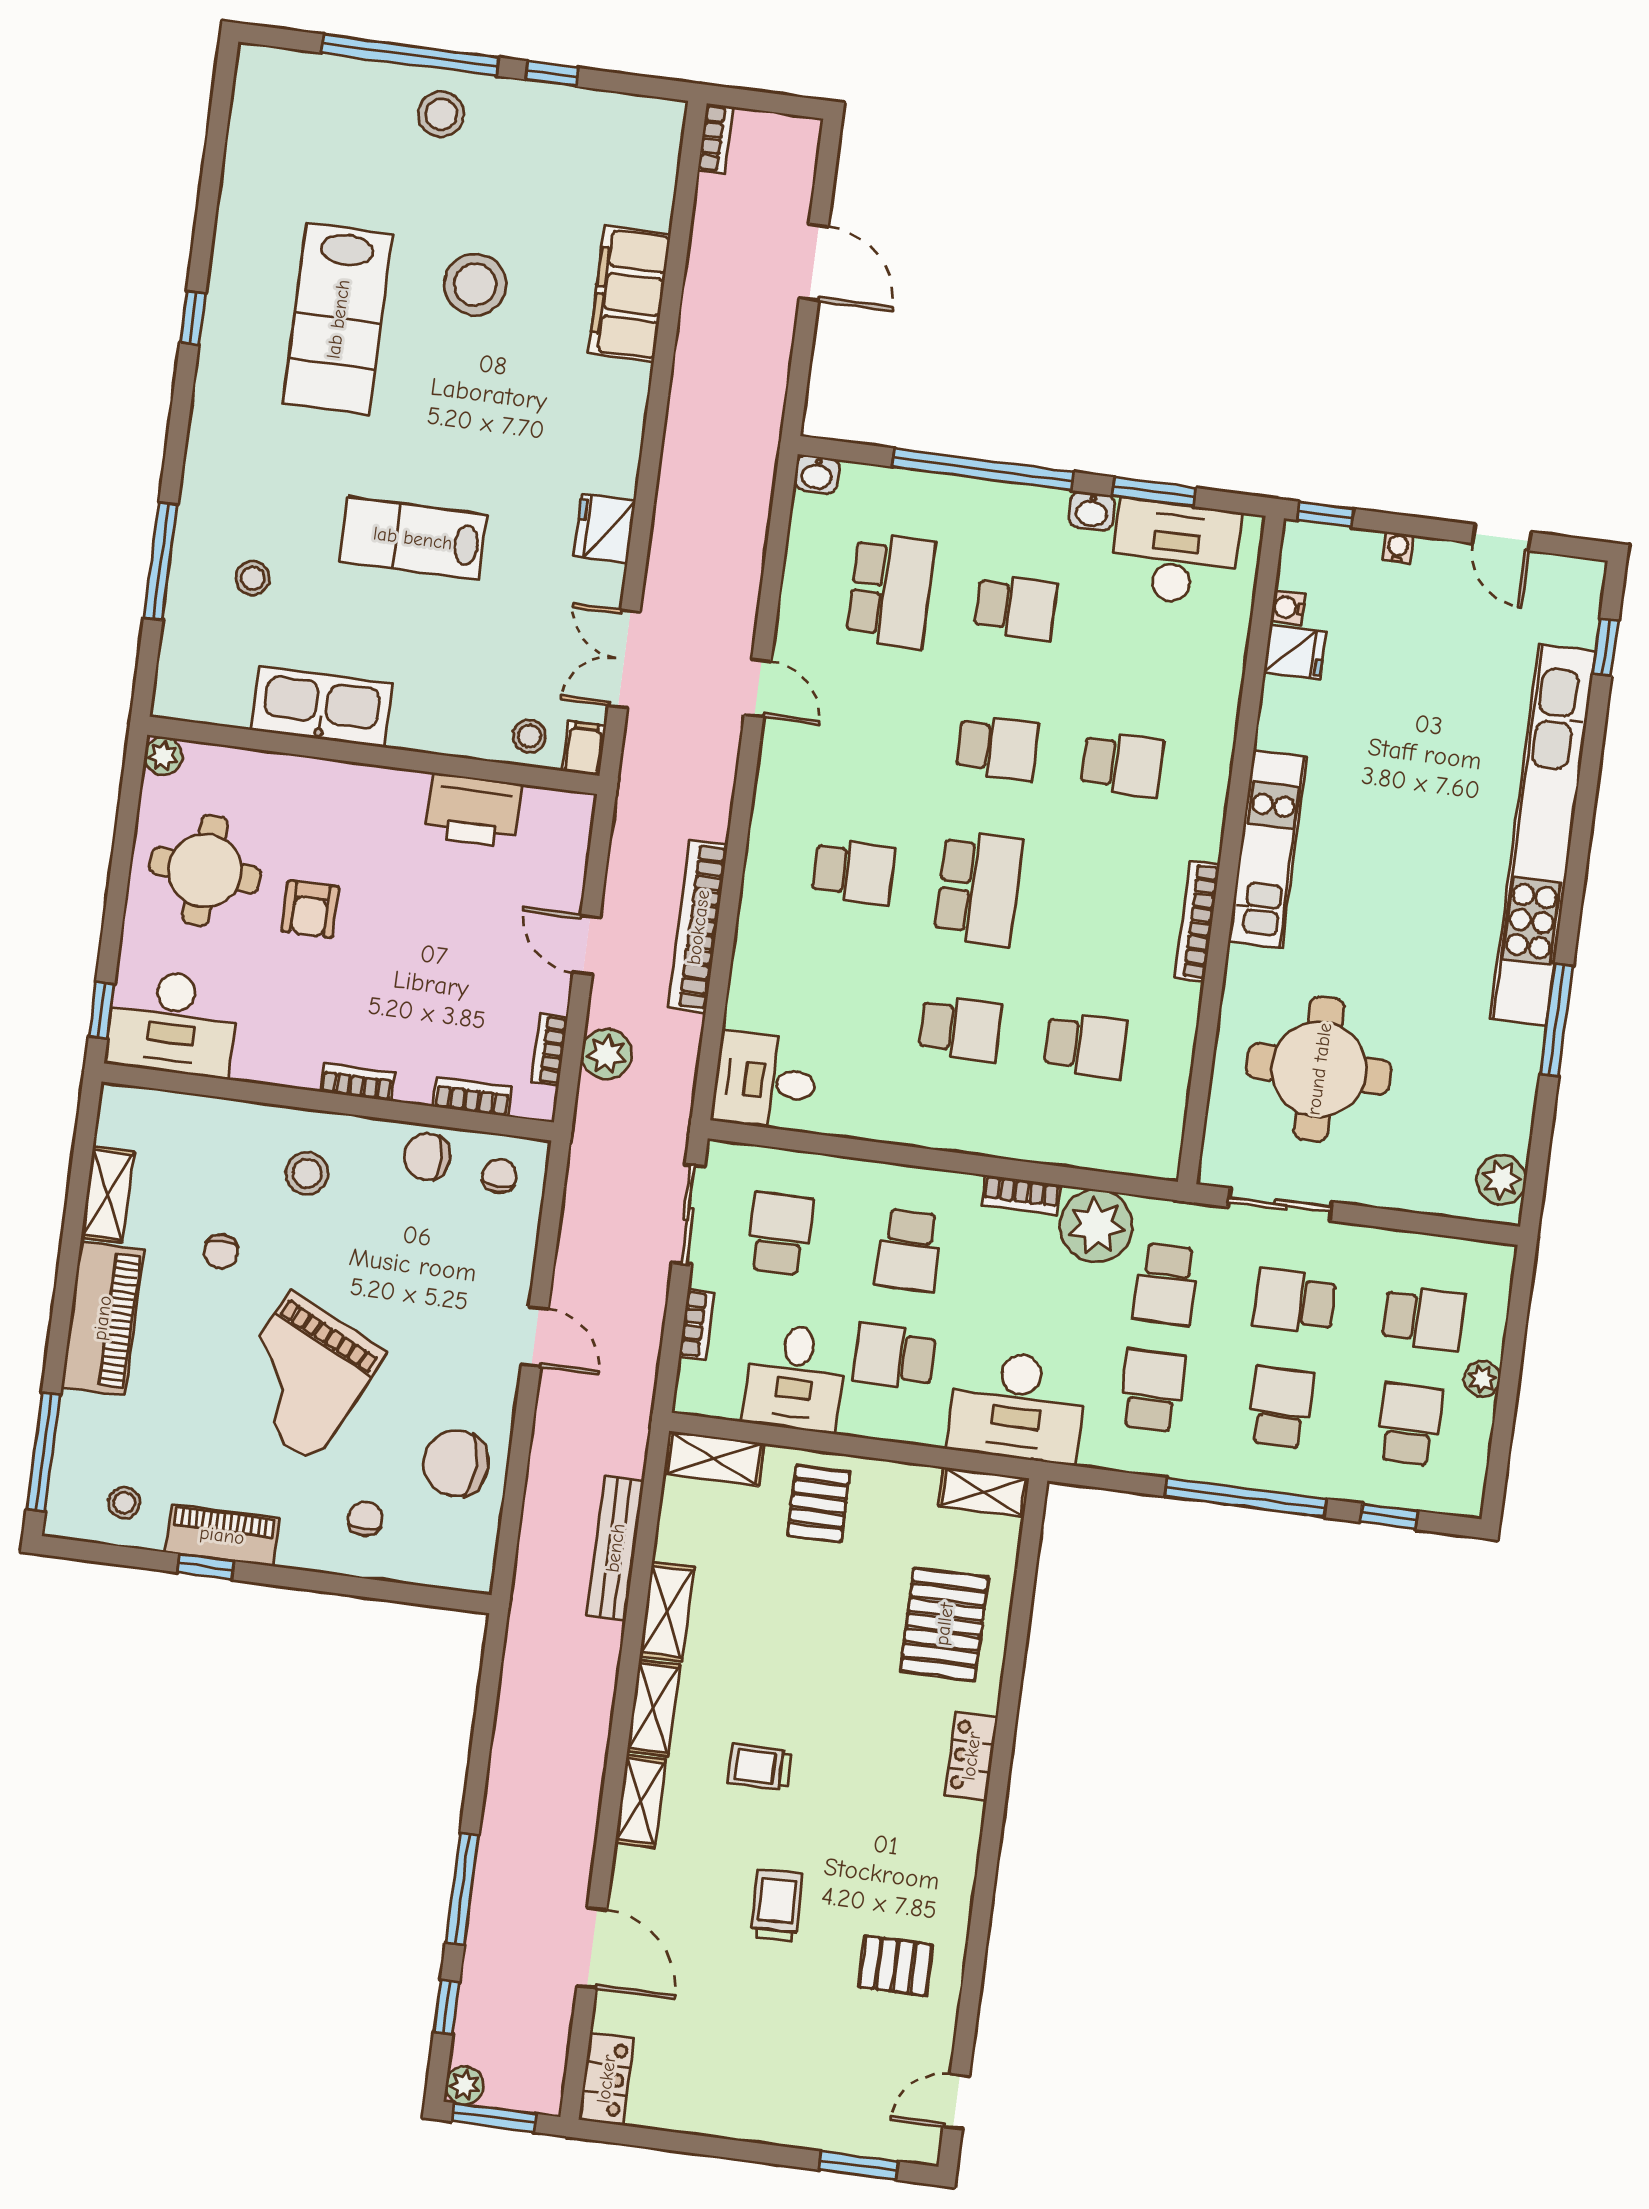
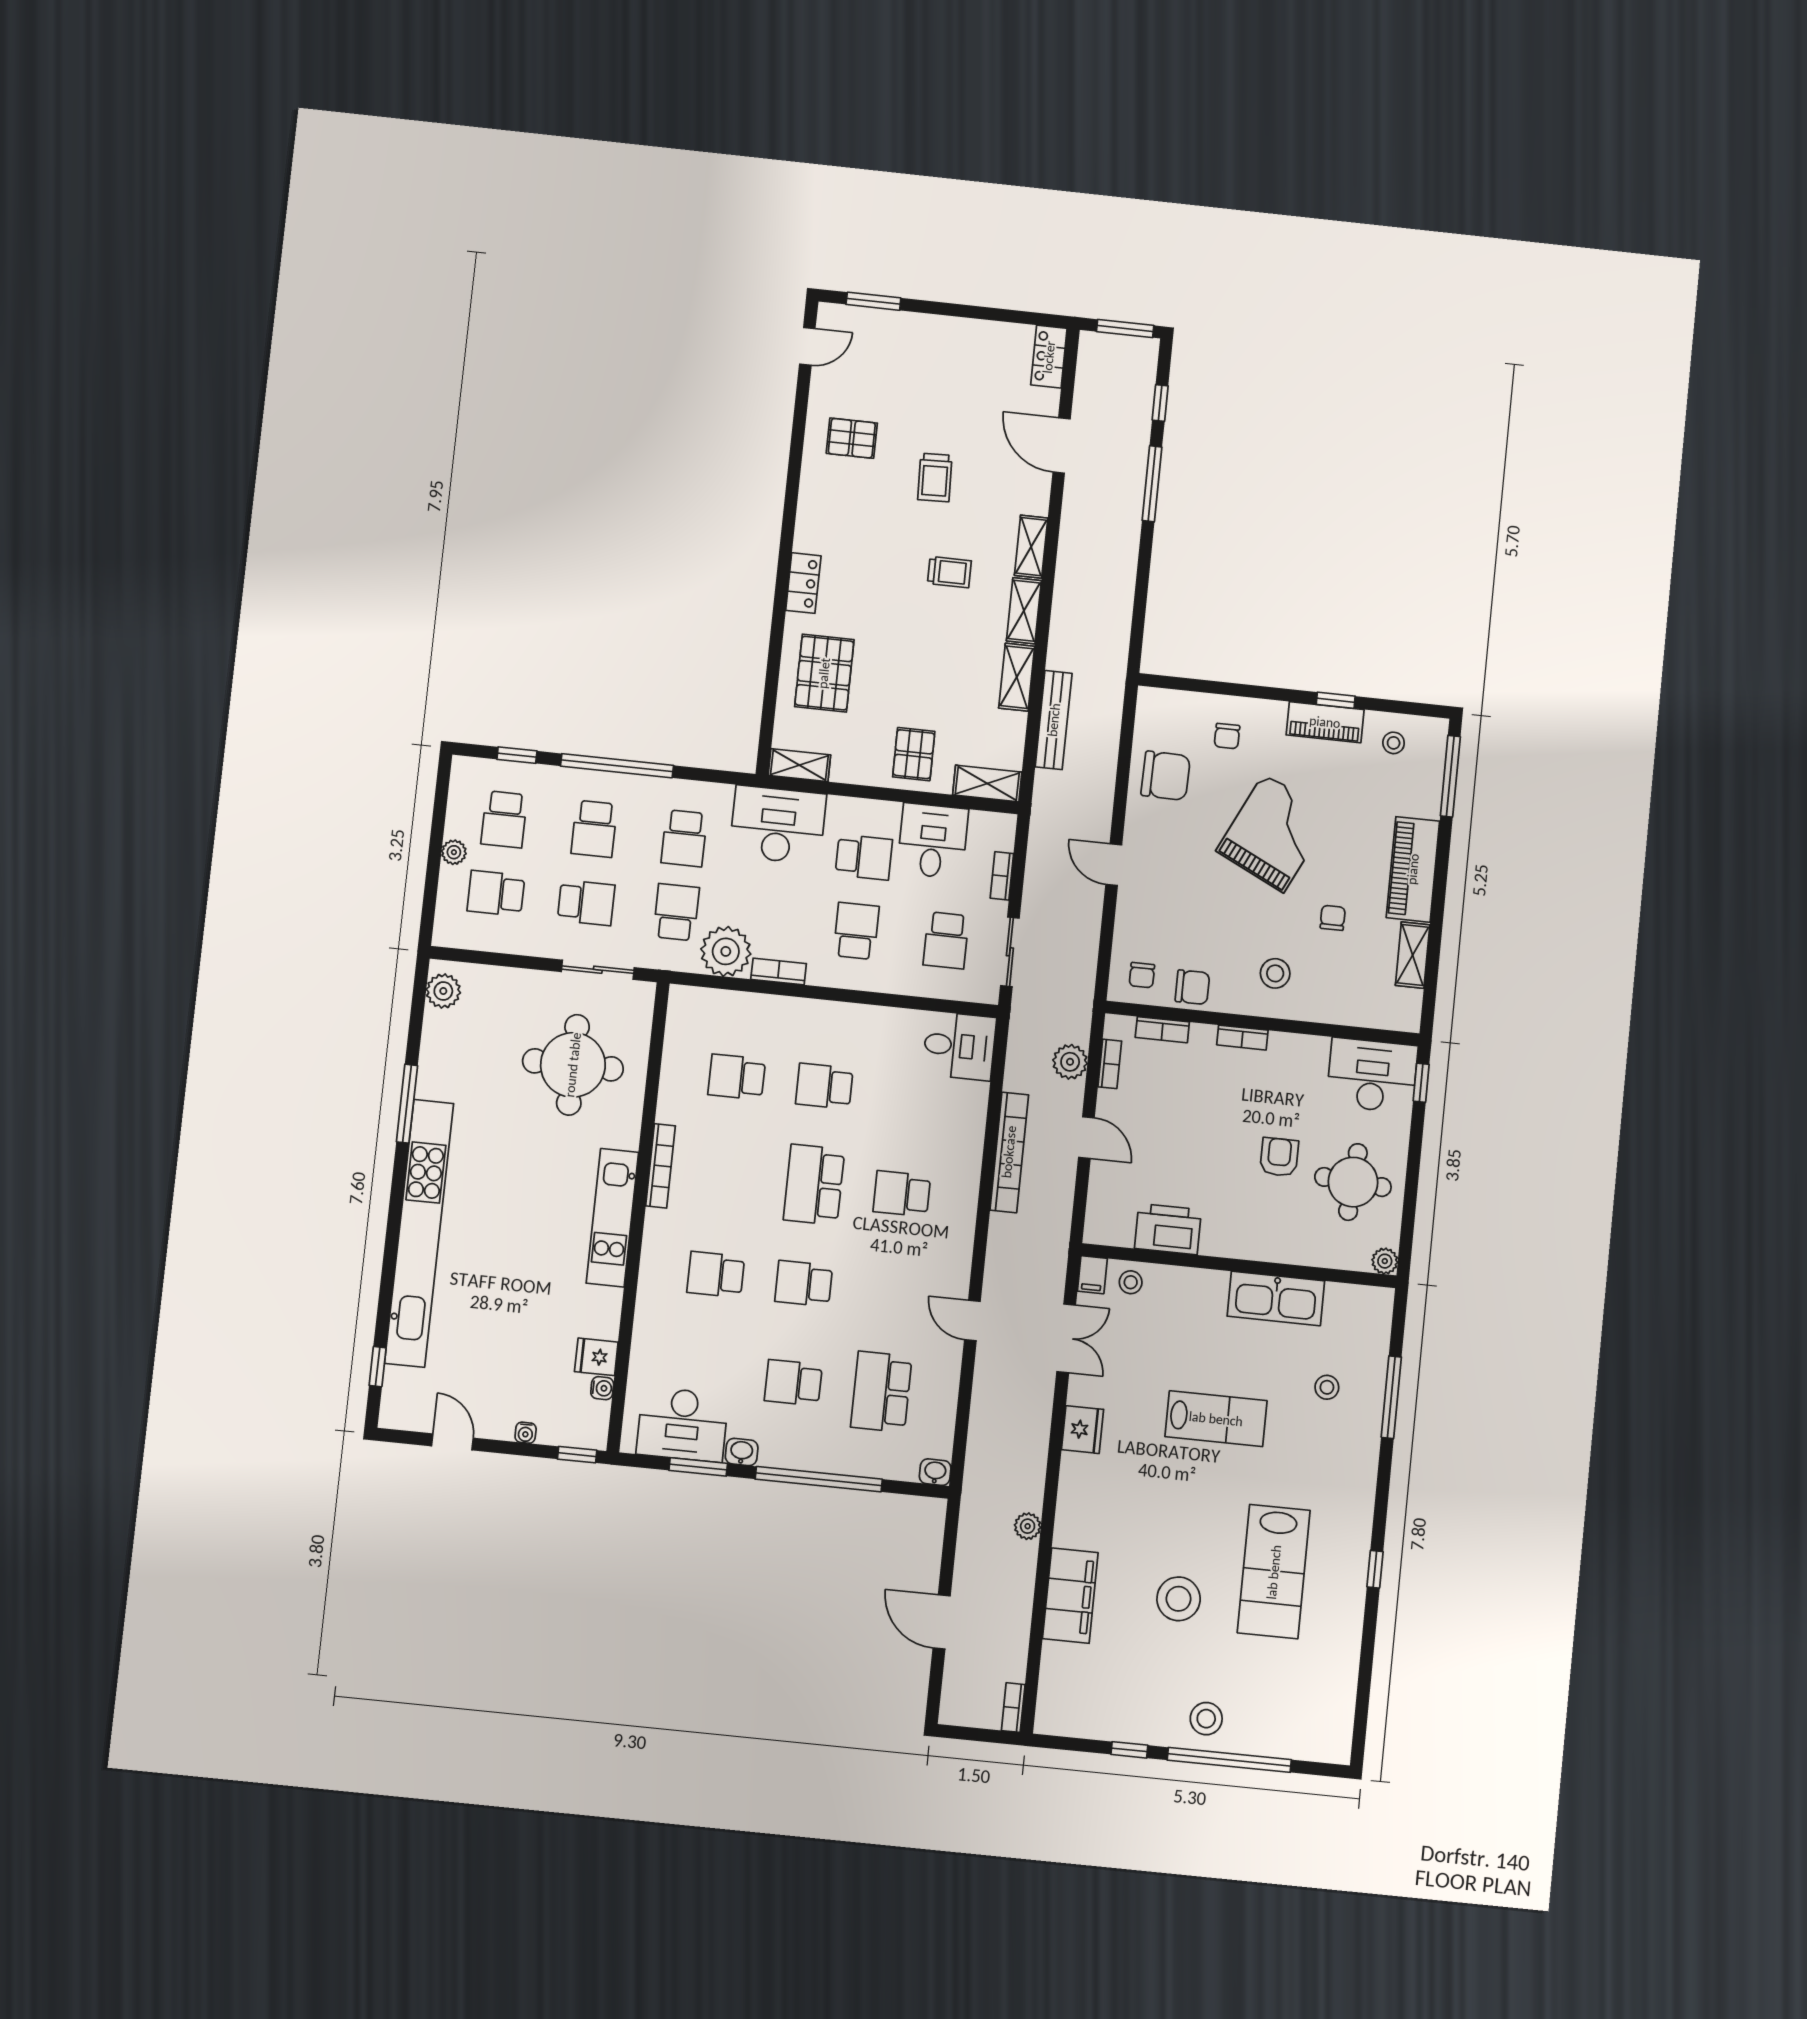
lab bench: (338, 319) -> (1274, 1572), turned 180
plant: (465, 2085) -> (1028, 1526), moved

